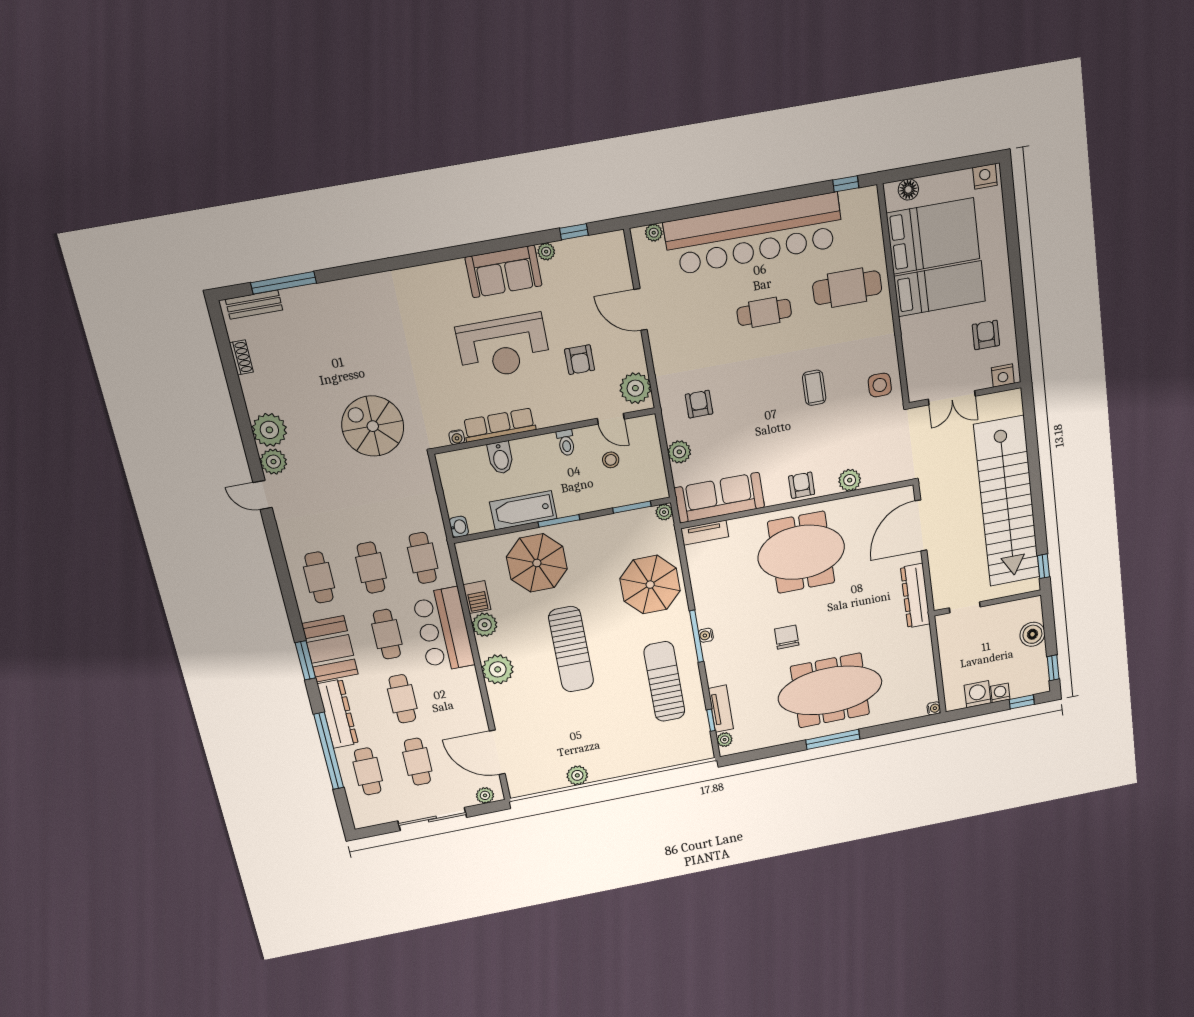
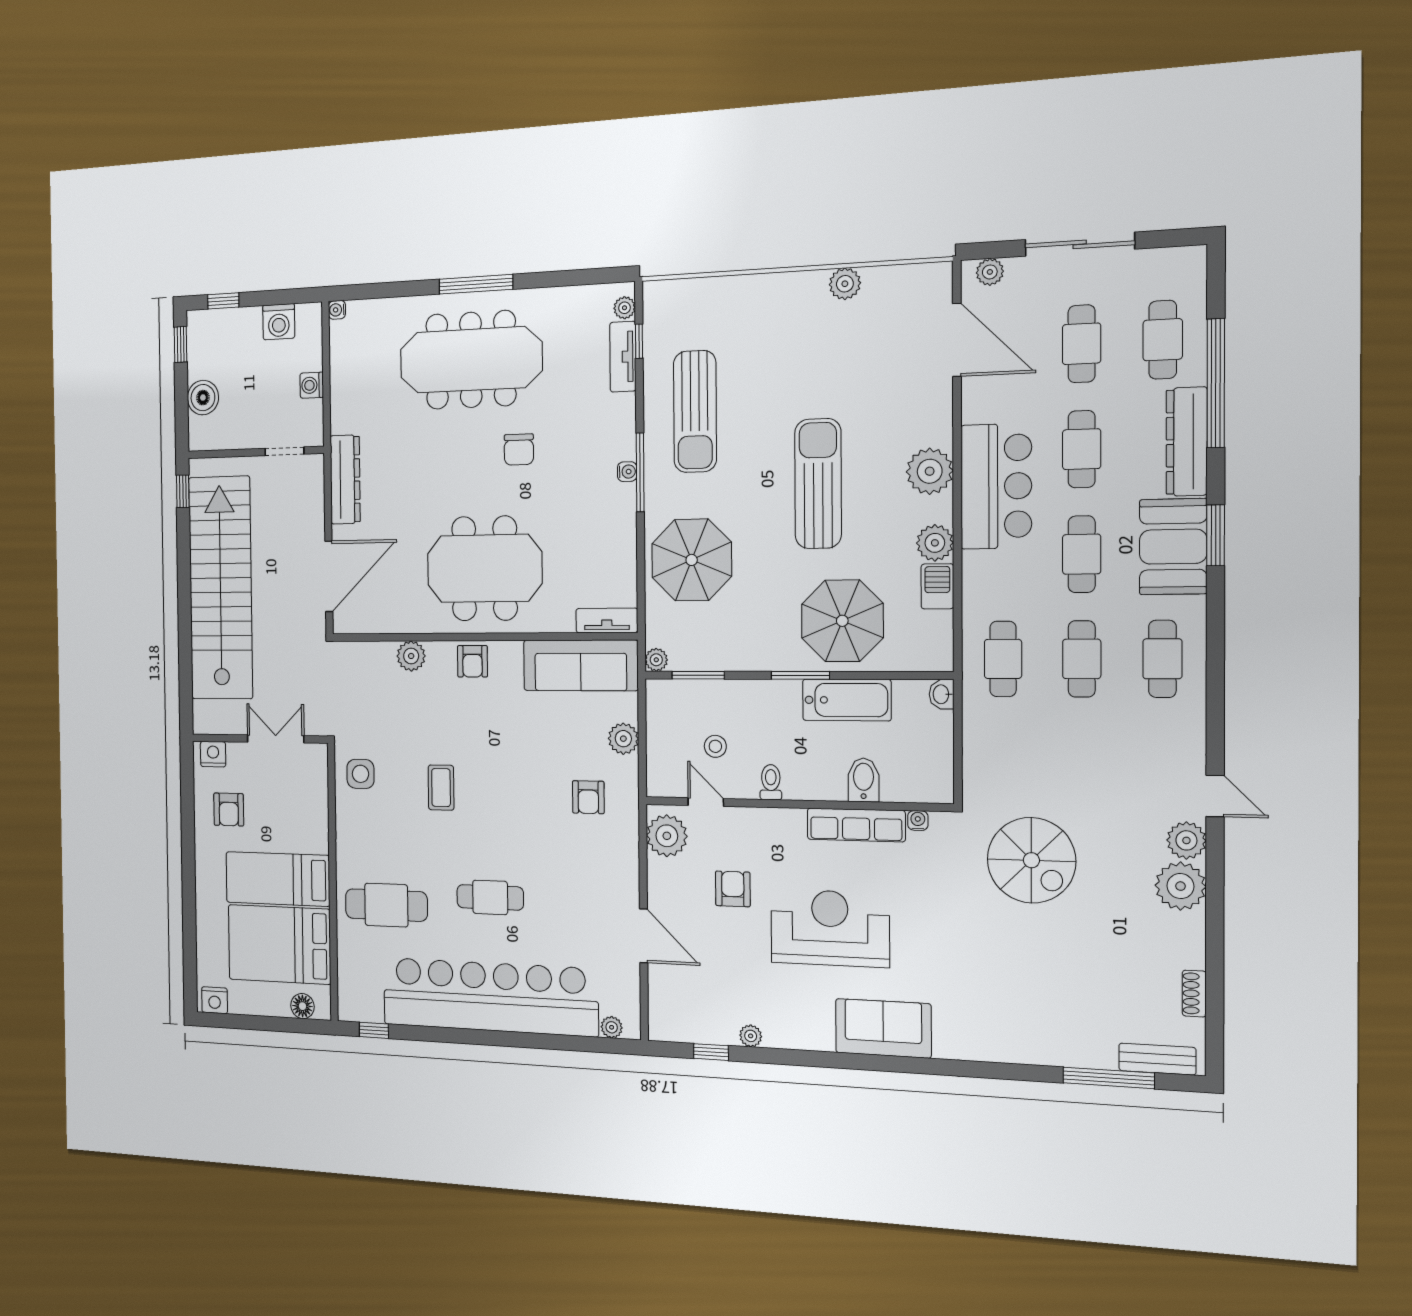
sofa: (504, 271) -> (883, 1028), moved
bar counter: (444, 630) -> (996, 486), moved
washing machine: (1000, 693) -> (312, 385), moved, turned 90

